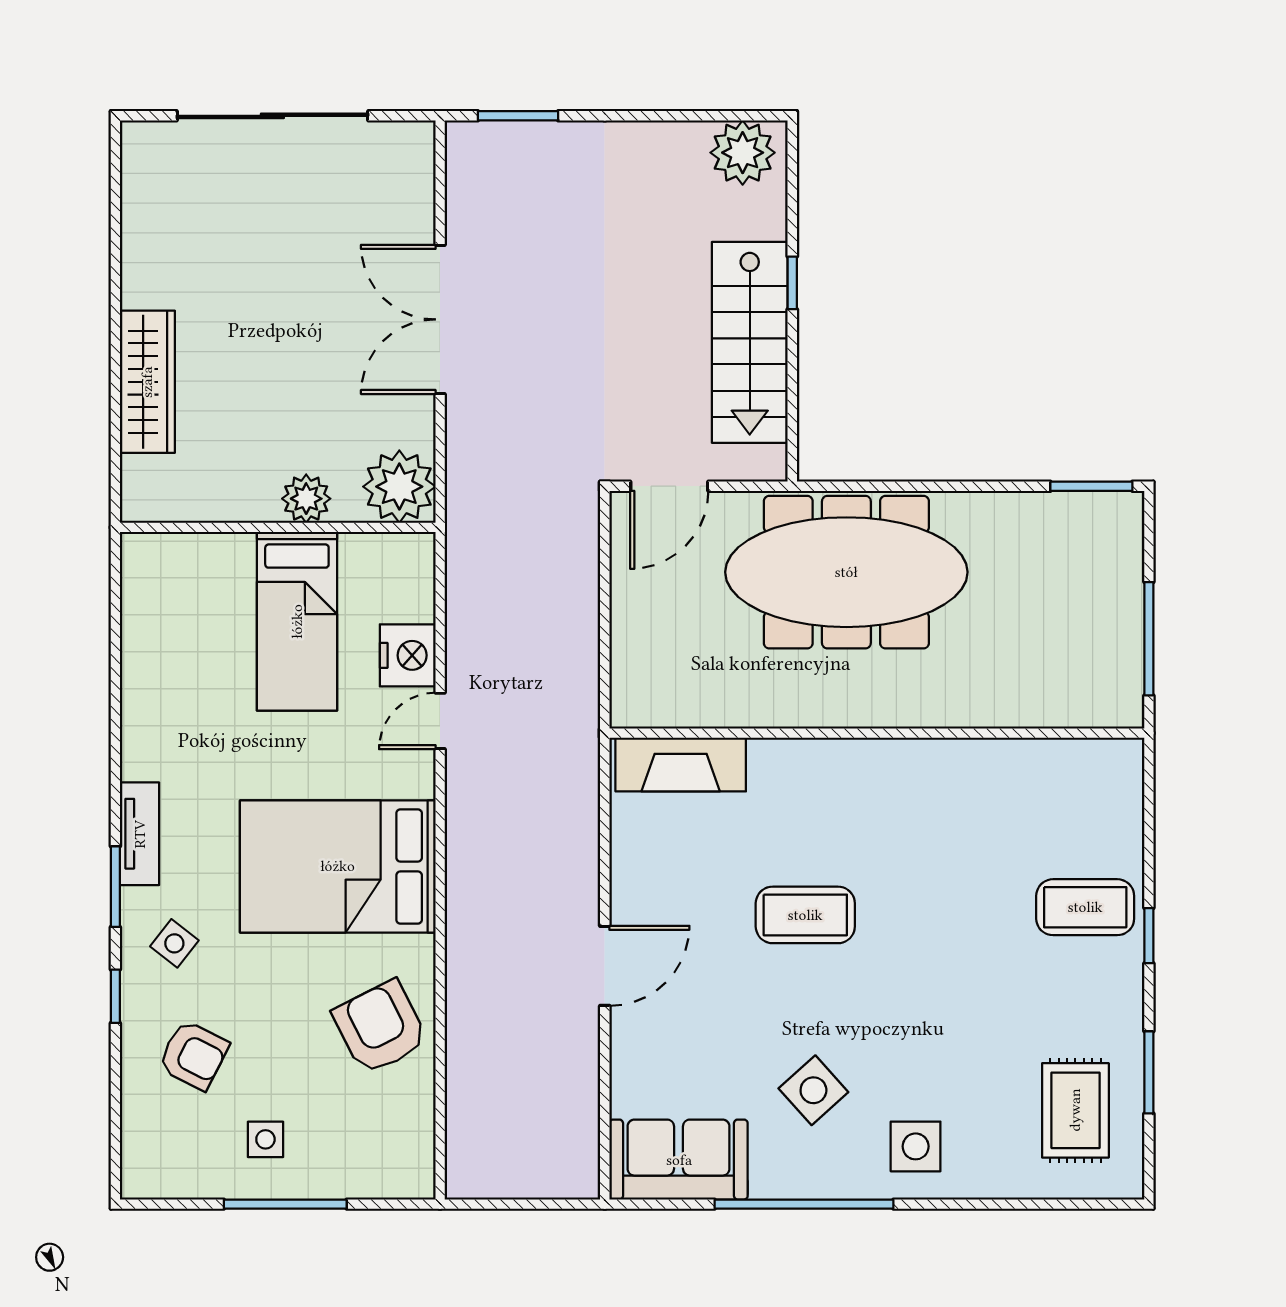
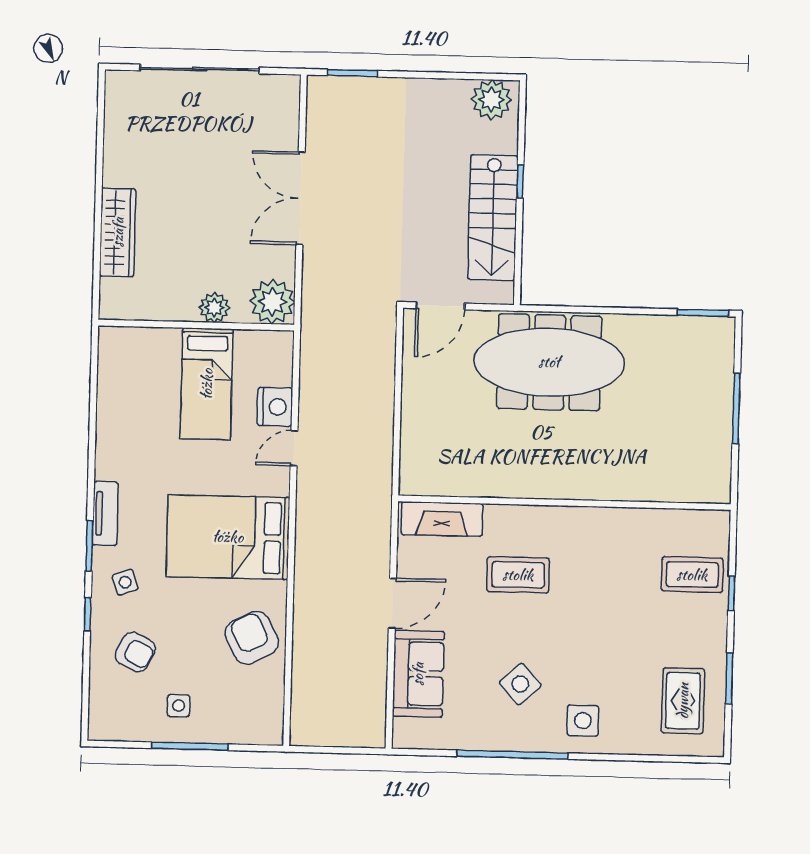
wall: (877, 733) -> (564, 503), moved
fireplace: (681, 765) -> (442, 519), moved
side table: (174, 943) -> (125, 582), turned 33
sofa: (679, 1160) -> (418, 674), moved, turned 90

